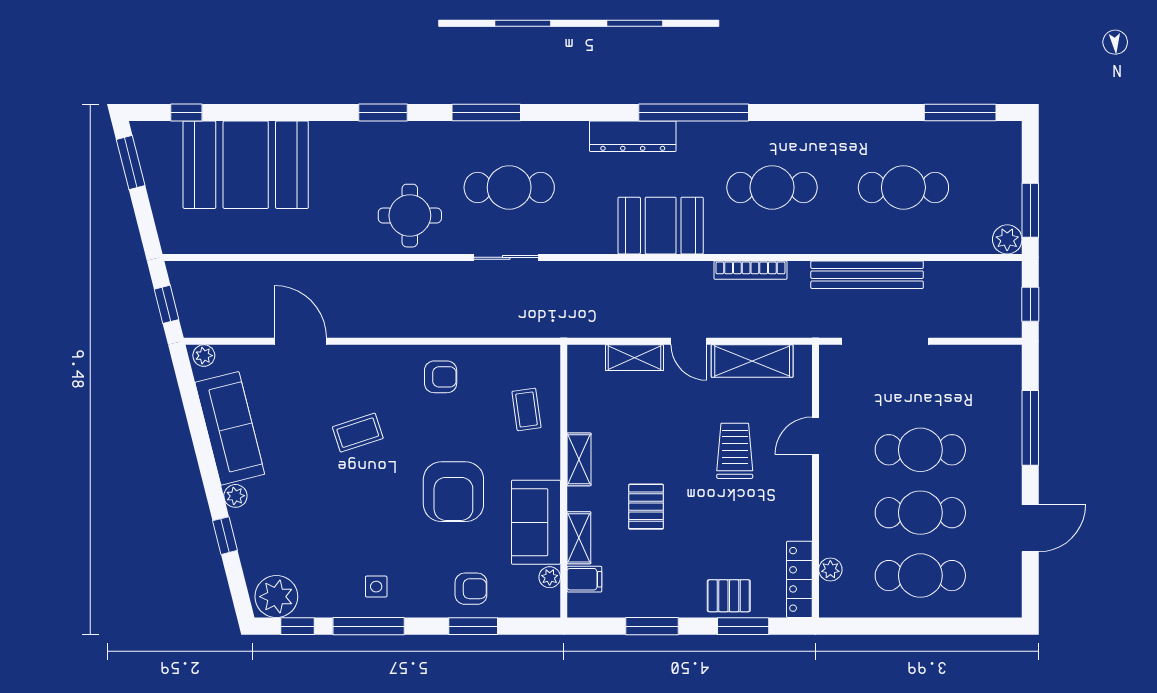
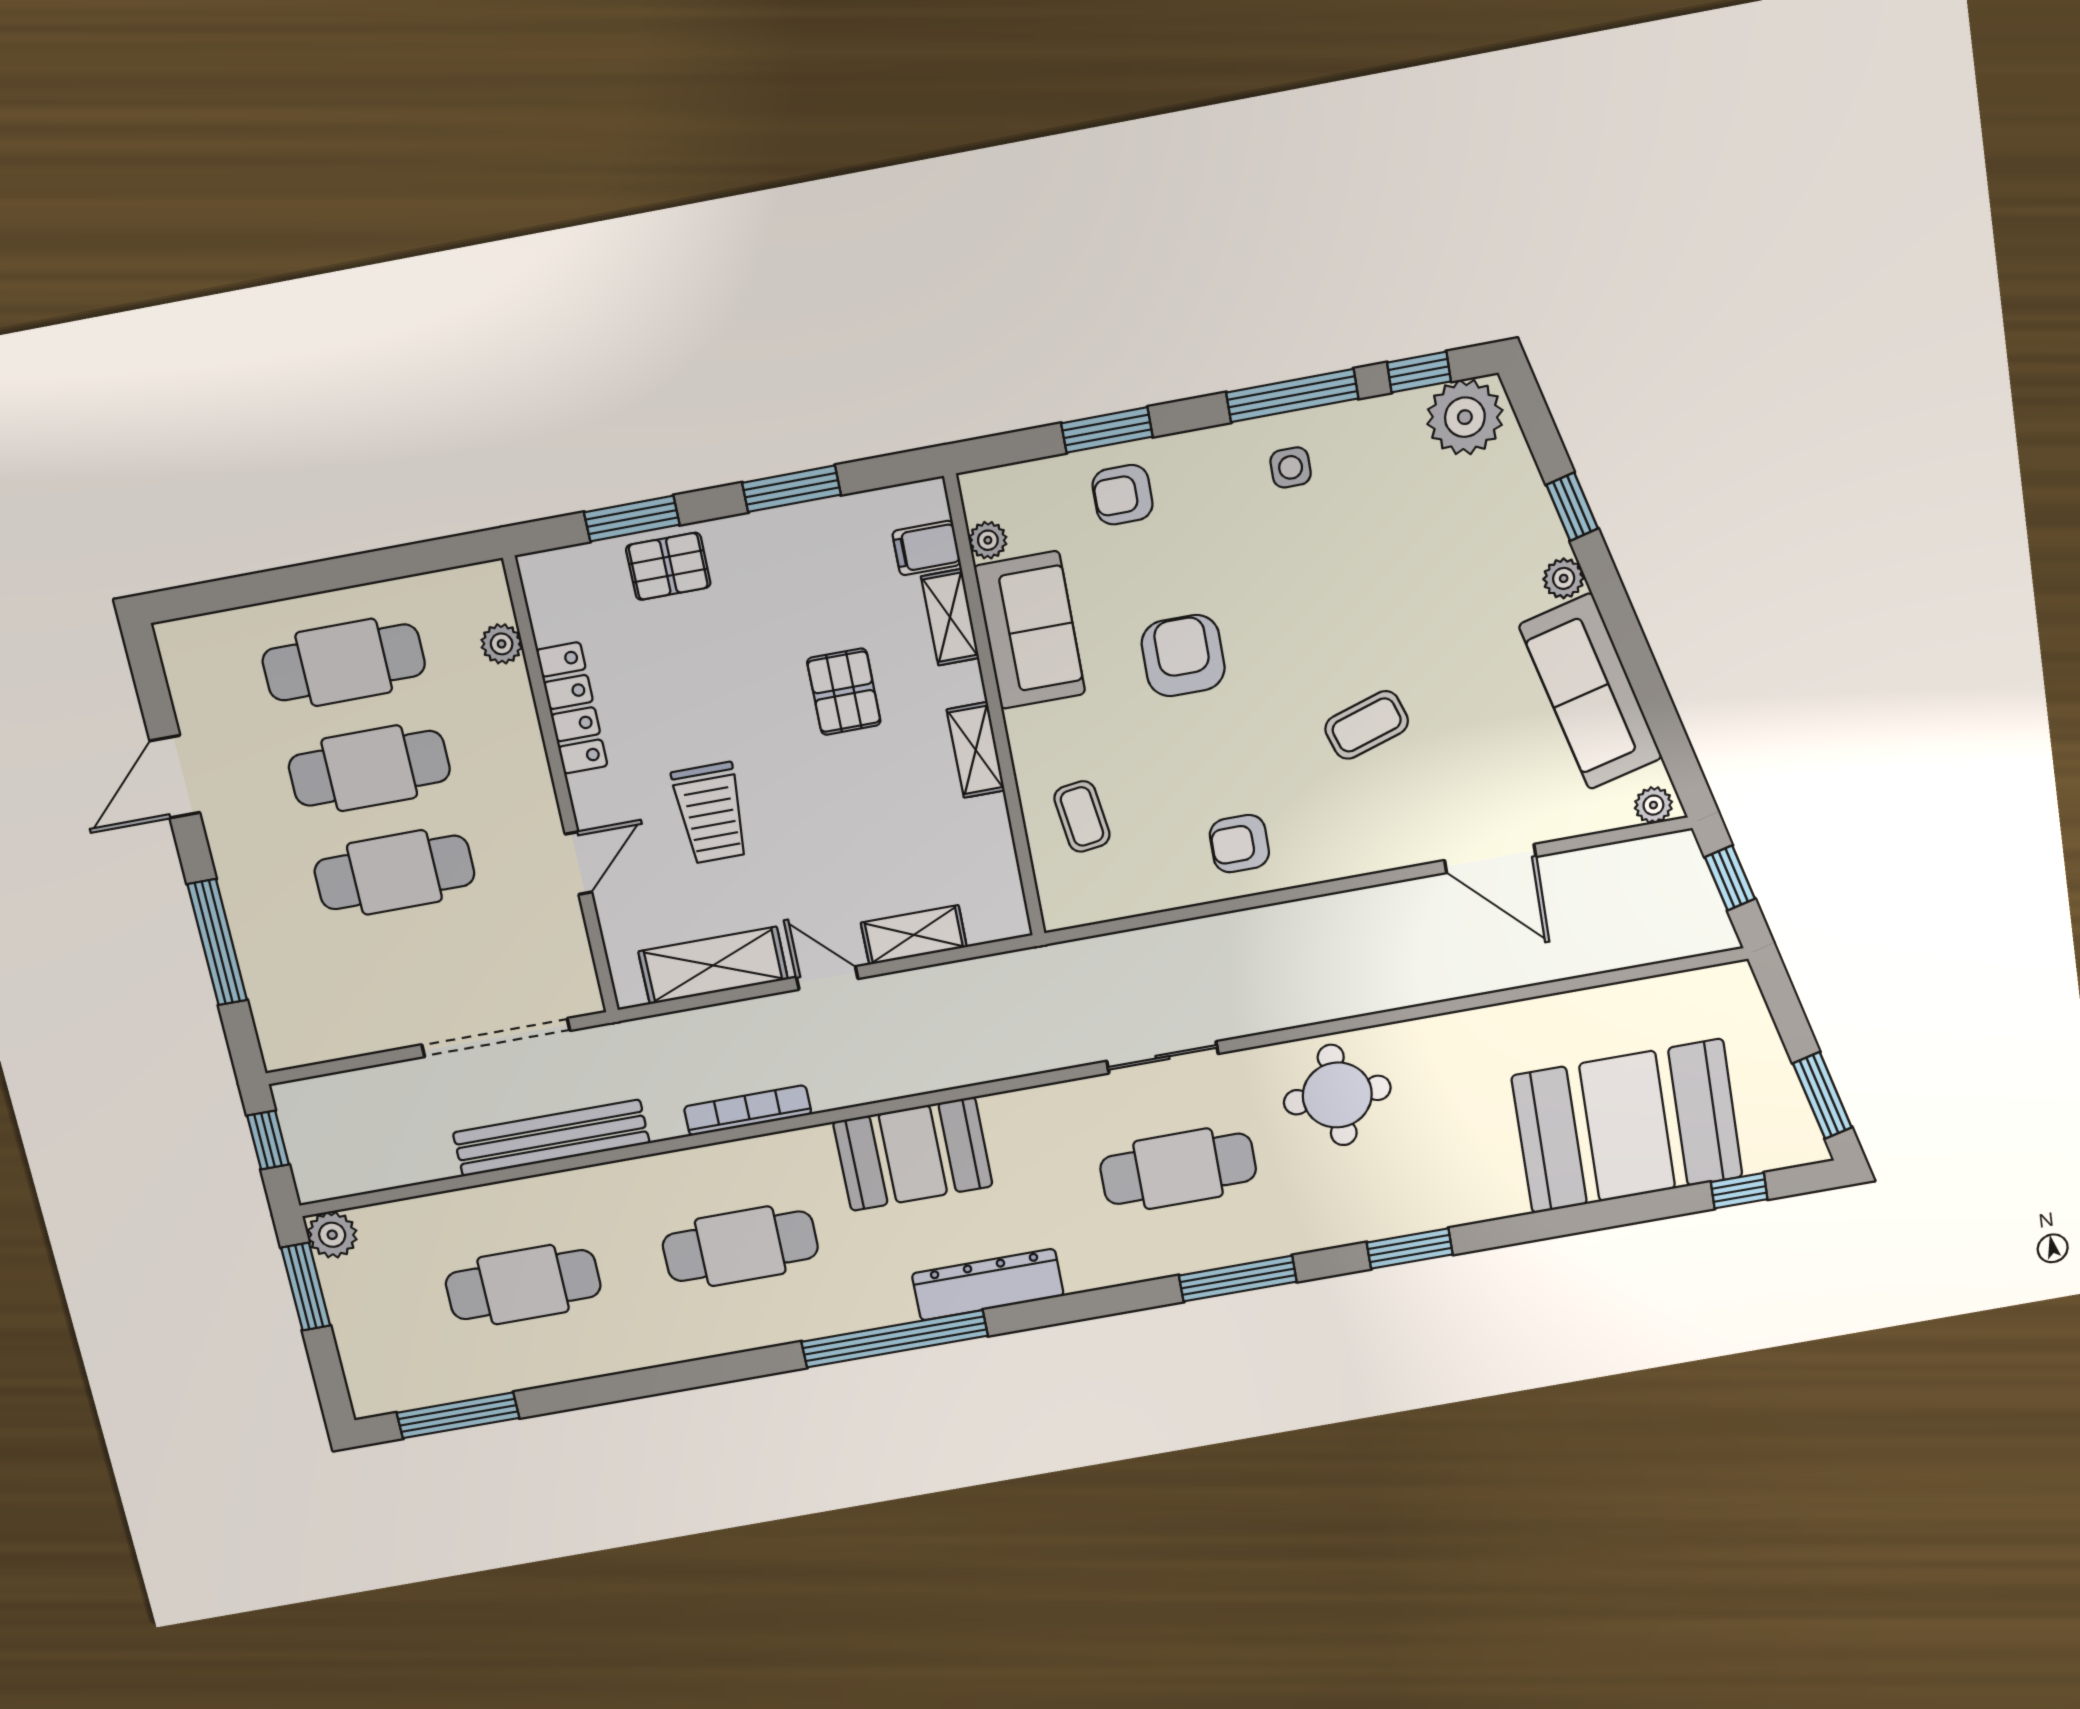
armchair: (453, 492) -> (1183, 656), width x0.73, depth x0.73
locker: (799, 579) -> (572, 708), moved

